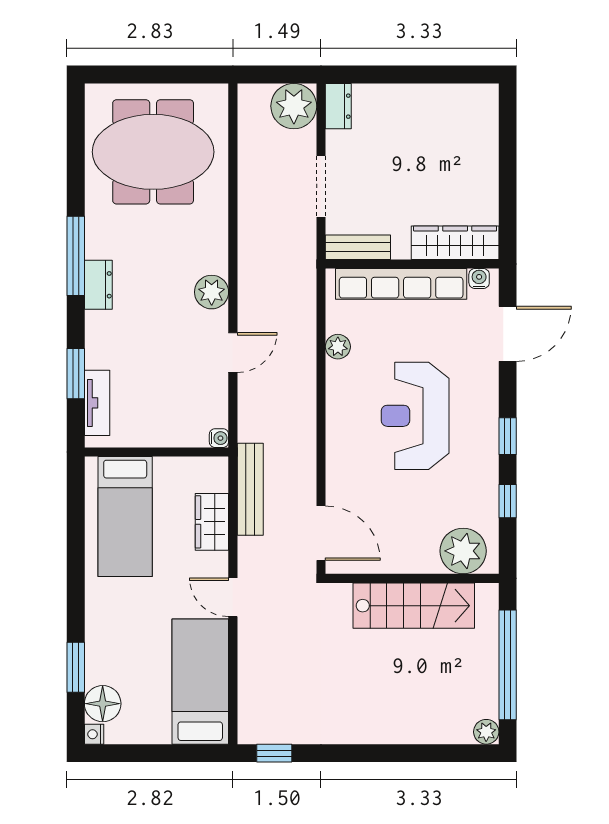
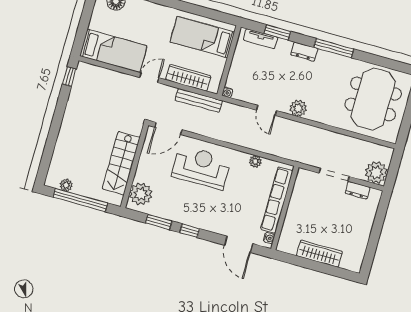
dresser: (338, 106) -> (358, 190), moved
wardrobe: (455, 243) -> (319, 254), moved, turned -90
bench: (358, 247) -> (300, 184), removed
dresser: (98, 285) -> (304, 52), moved
reception desk: (415, 416) -> (201, 167), moved
window: (508, 501) -> (159, 222), width x1.50
wardrobe: (212, 522) -> (188, 78), width x1.50
plant: (486, 732) -> (66, 185), moved

